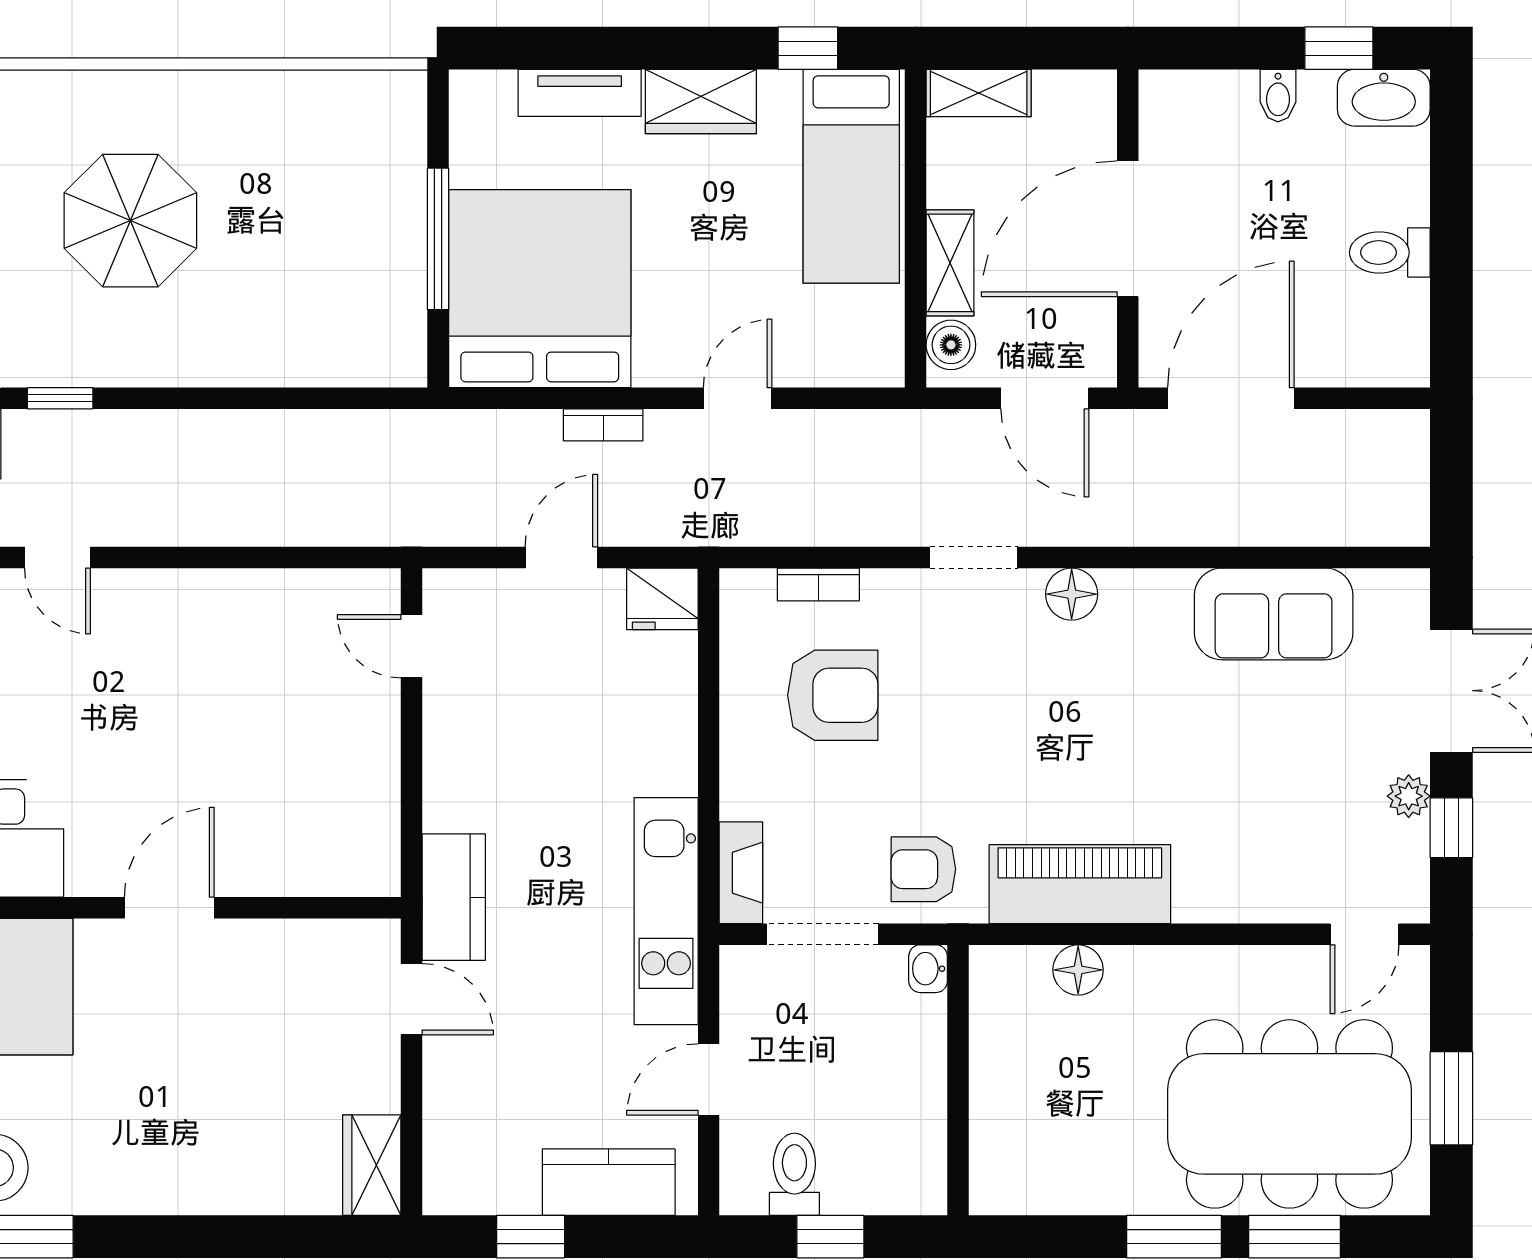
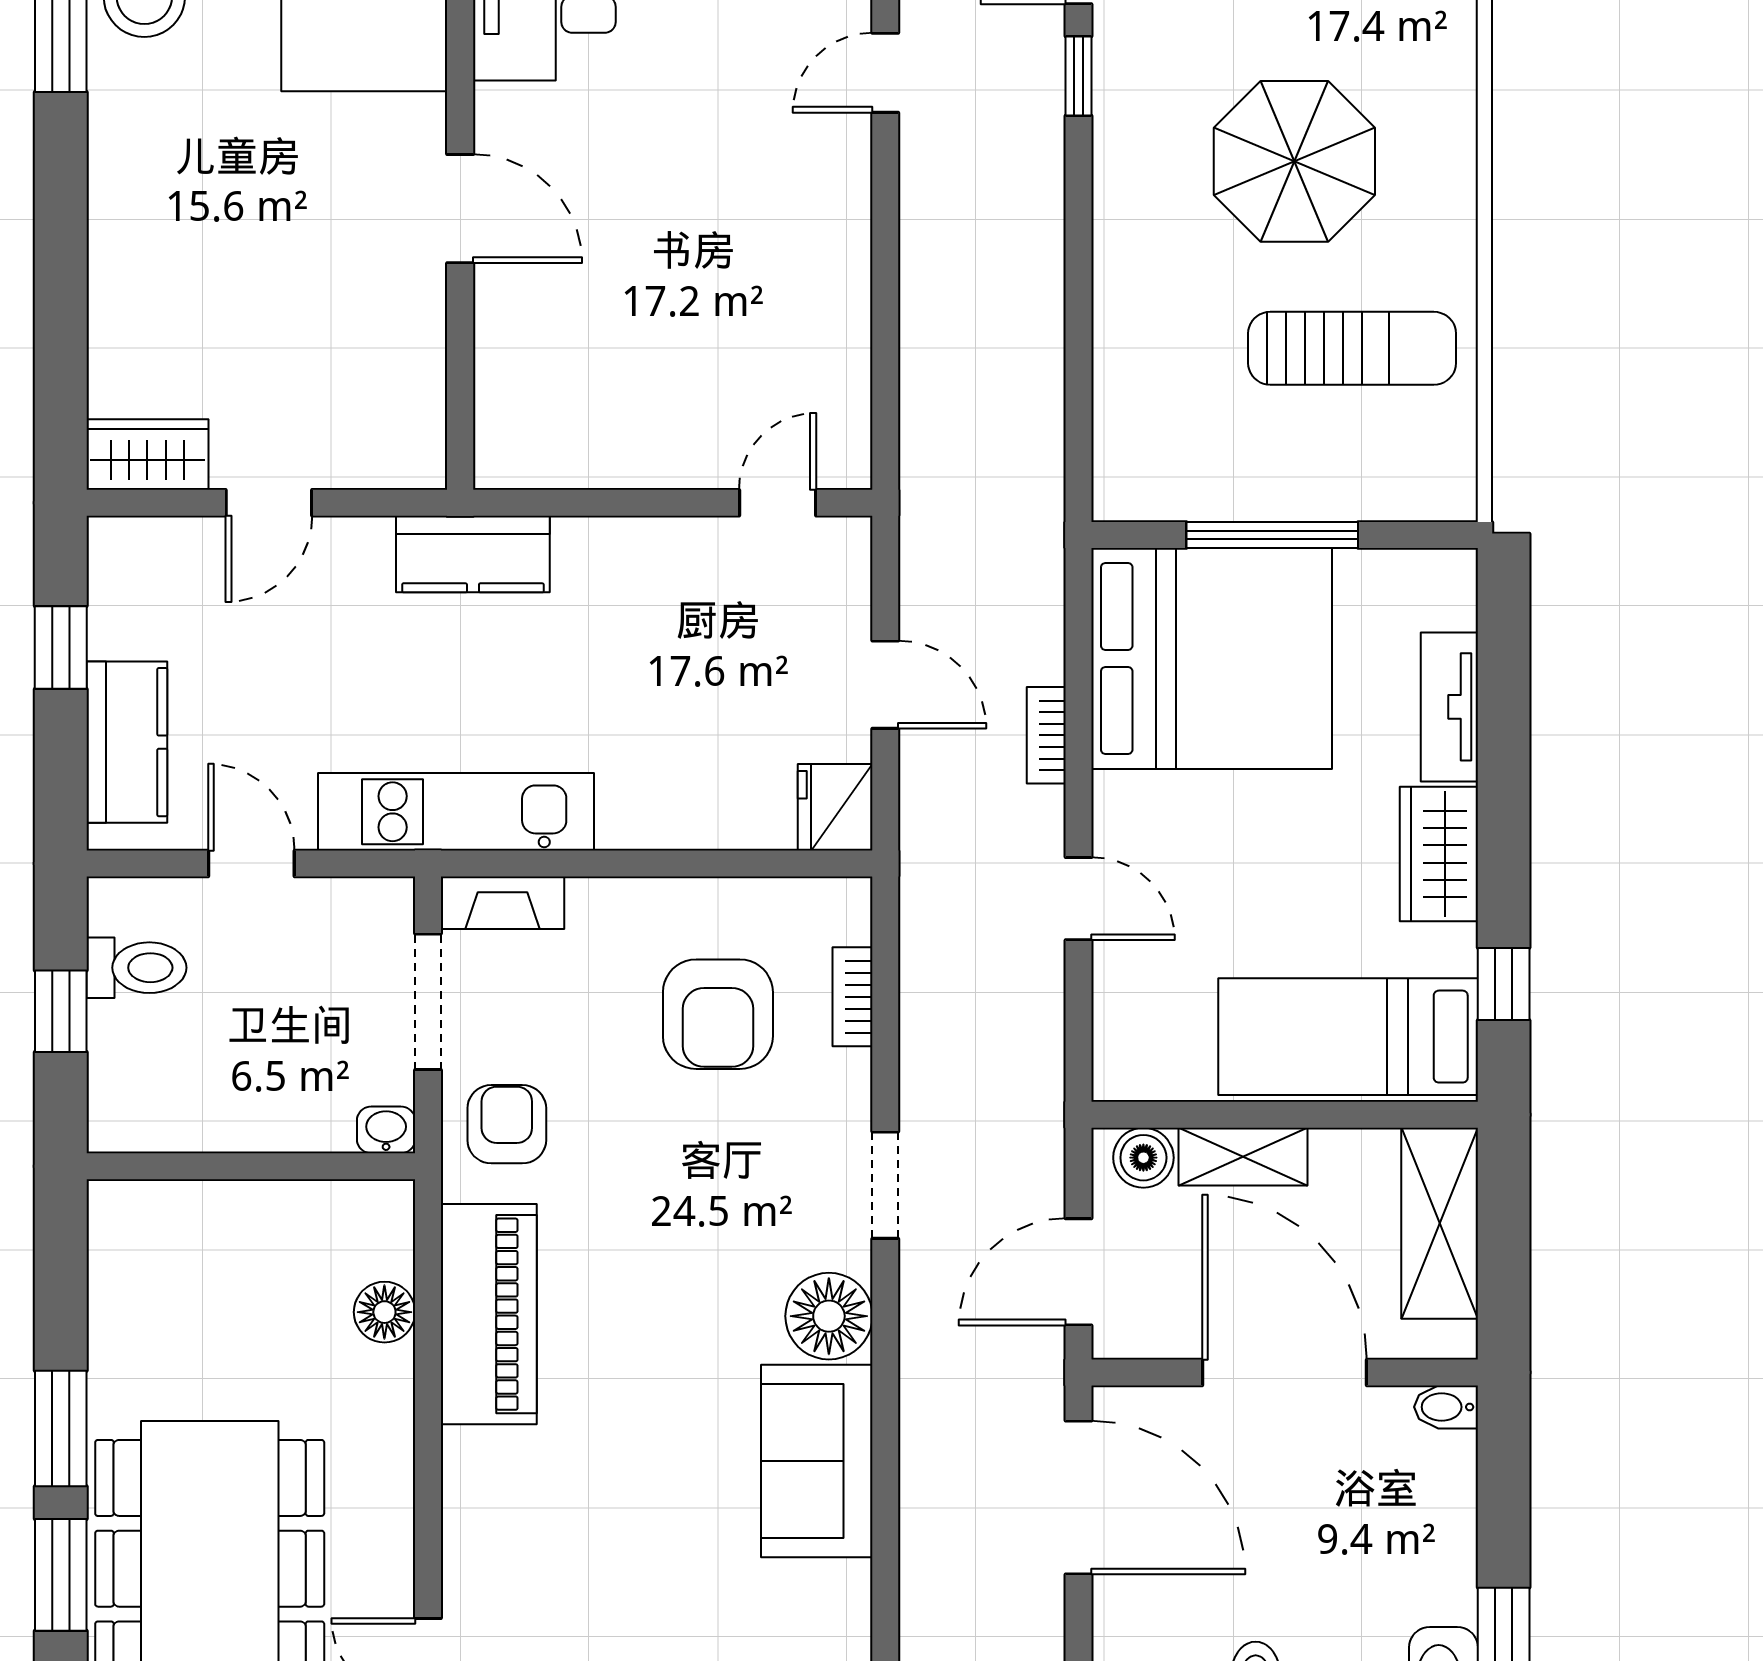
shelving: (979, 93) -> (1440, 1223), width x1.50, depth x1.33
bidet: (1278, 96) -> (1446, 1407), moved
sun lounger: (284, 173) -> (1352, 348), added
floor lamp: (1072, 594) -> (829, 1316), width x1.38, depth x1.38
sofa: (1274, 614) -> (817, 1461), moved
door: (412, 999) -> (269, 503), moved

